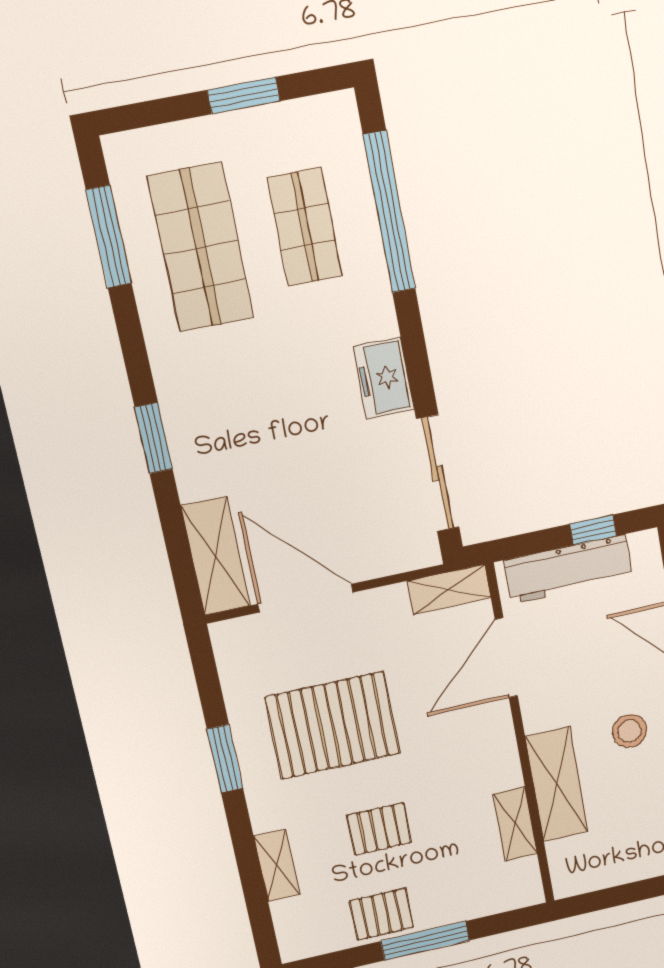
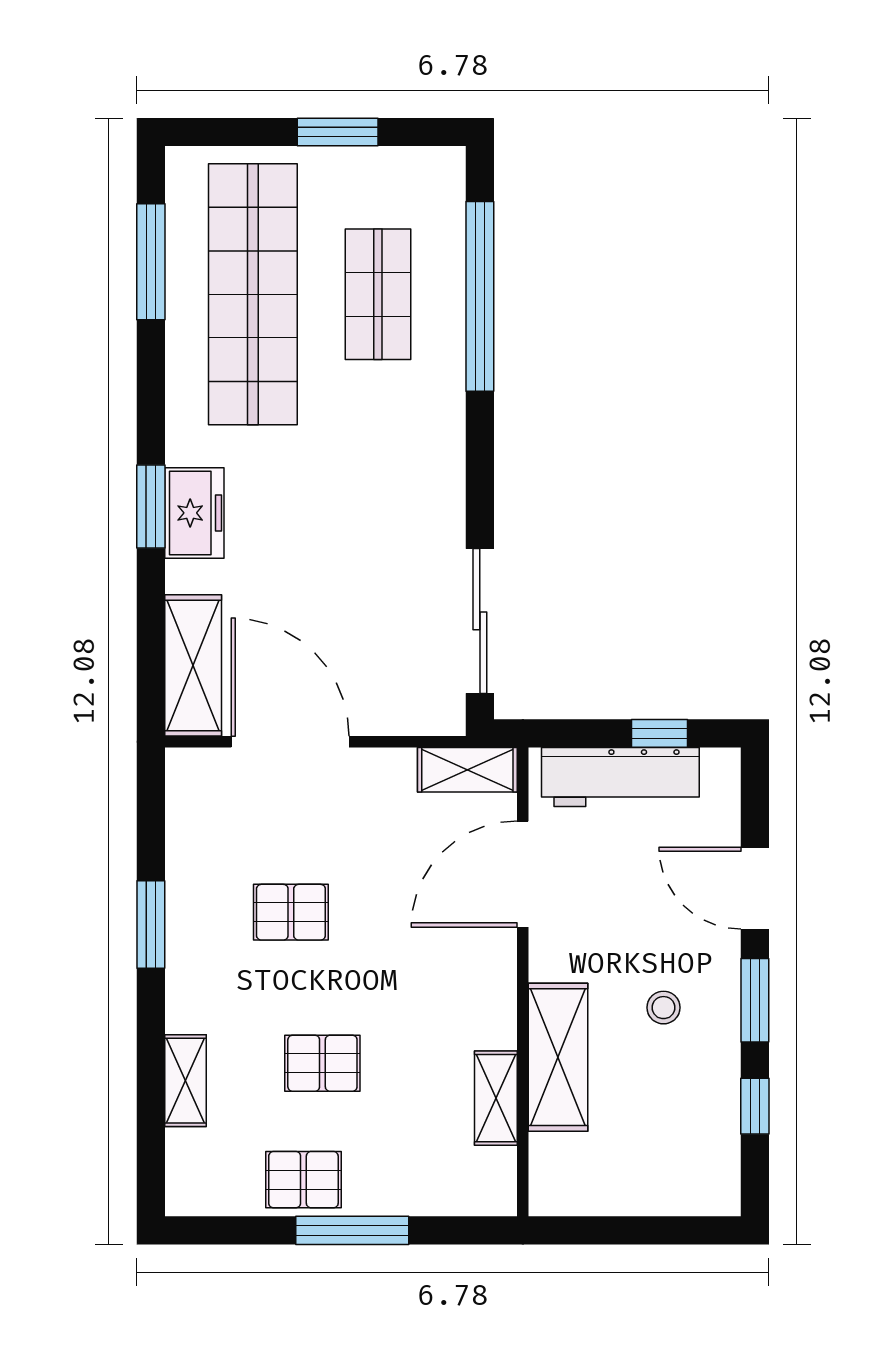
shop shelf: (201, 247) -> (253, 294), width x1.40
freezer: (384, 378) -> (194, 513), moved, turned 180
pallet: (333, 725) -> (291, 912), width x0.49, depth x0.50
stool: (630, 731) -> (664, 1008), width x0.73, depth x0.73

